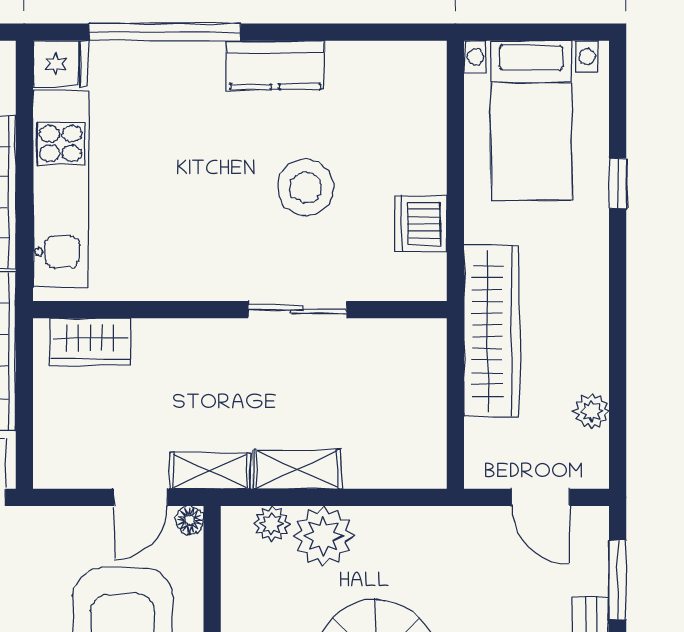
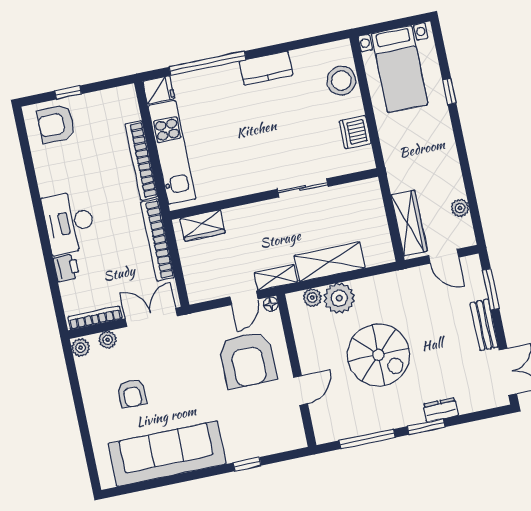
stool: (306, 187) -> (341, 81), moved
wardrobe: (492, 331) -> (409, 223), moved, width x0.71, depth x0.85
shelving: (297, 469) -> (330, 262), width x1.50, depth x1.33

